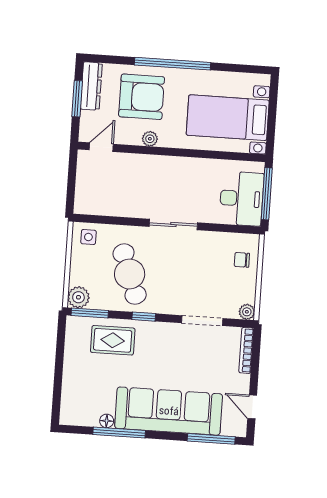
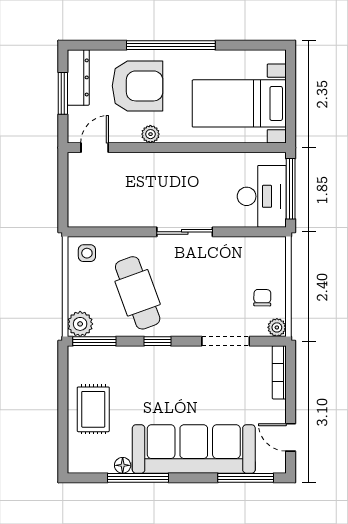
chair: (242, 260) -> (262, 298), moved, turned 91
rug: (113, 340) -> (93, 409), moved, turned 90

